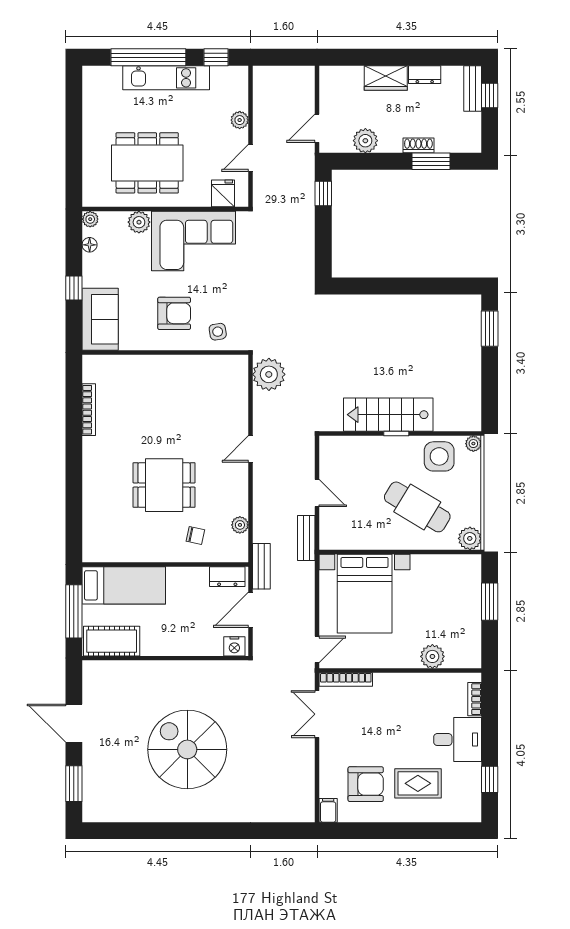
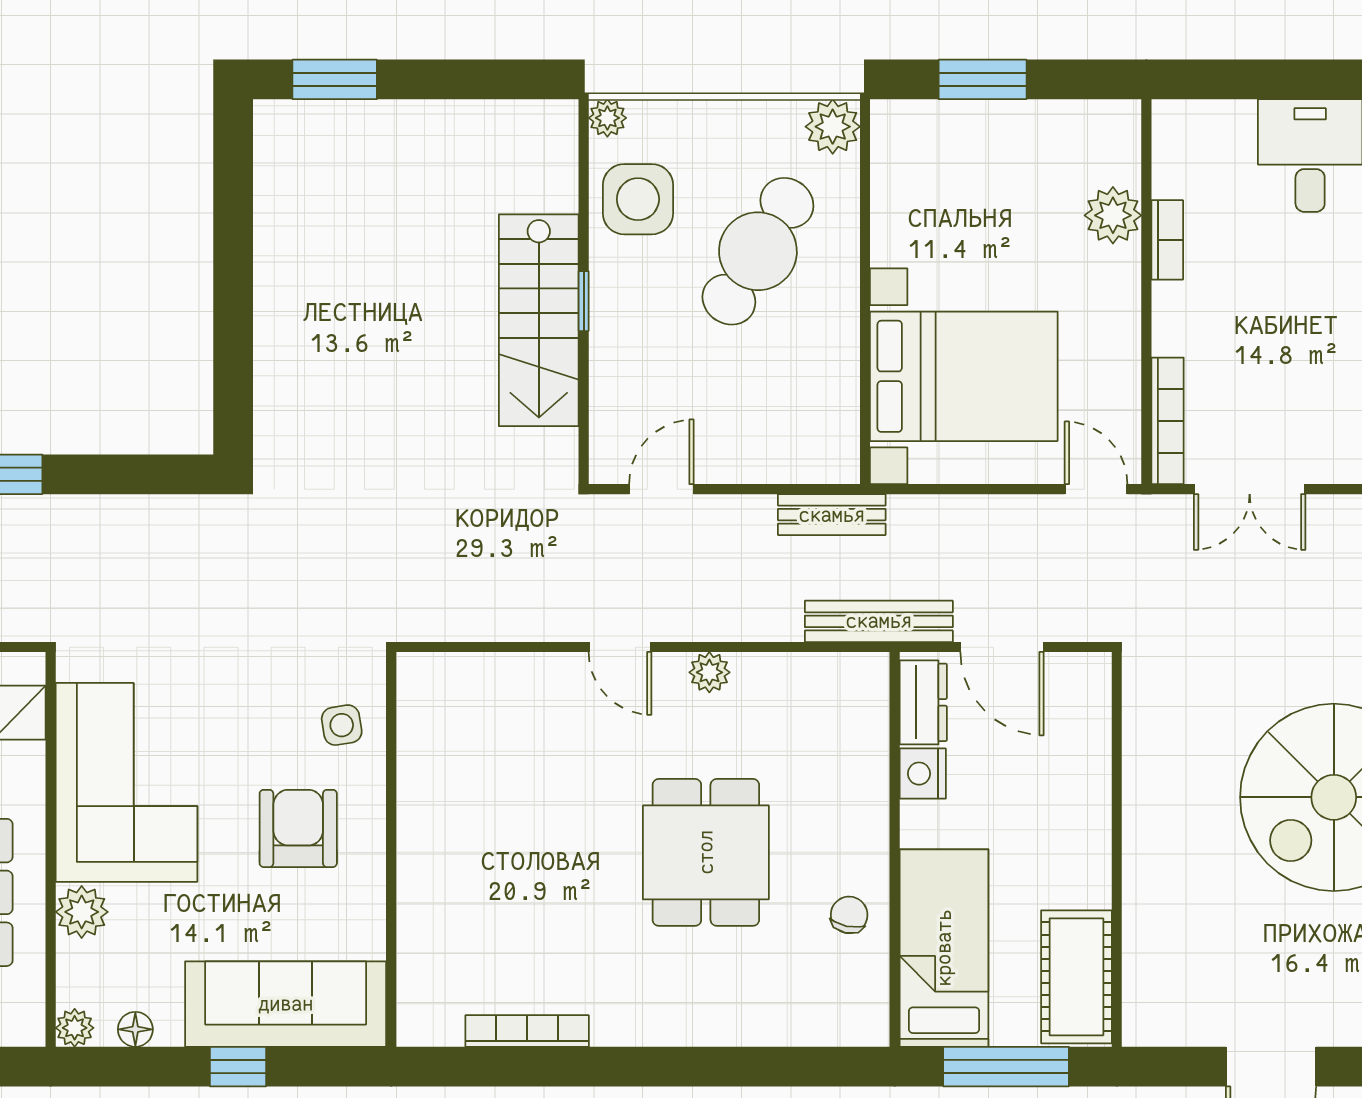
sofa: (100, 319) -> (286, 1004), width x1.36
plant: (269, 374) -> (443, 604), removed
door: (317, 493) -> (661, 489), moved
plant: (240, 525) -> (709, 672), moved
chair: (195, 535) -> (849, 915), moved
bench: (261, 566) -> (879, 621), width x1.36
nightstand: (234, 646) -> (923, 774), moved, turned 180
bookcase: (475, 699) -> (1167, 240), moved, turned -90

